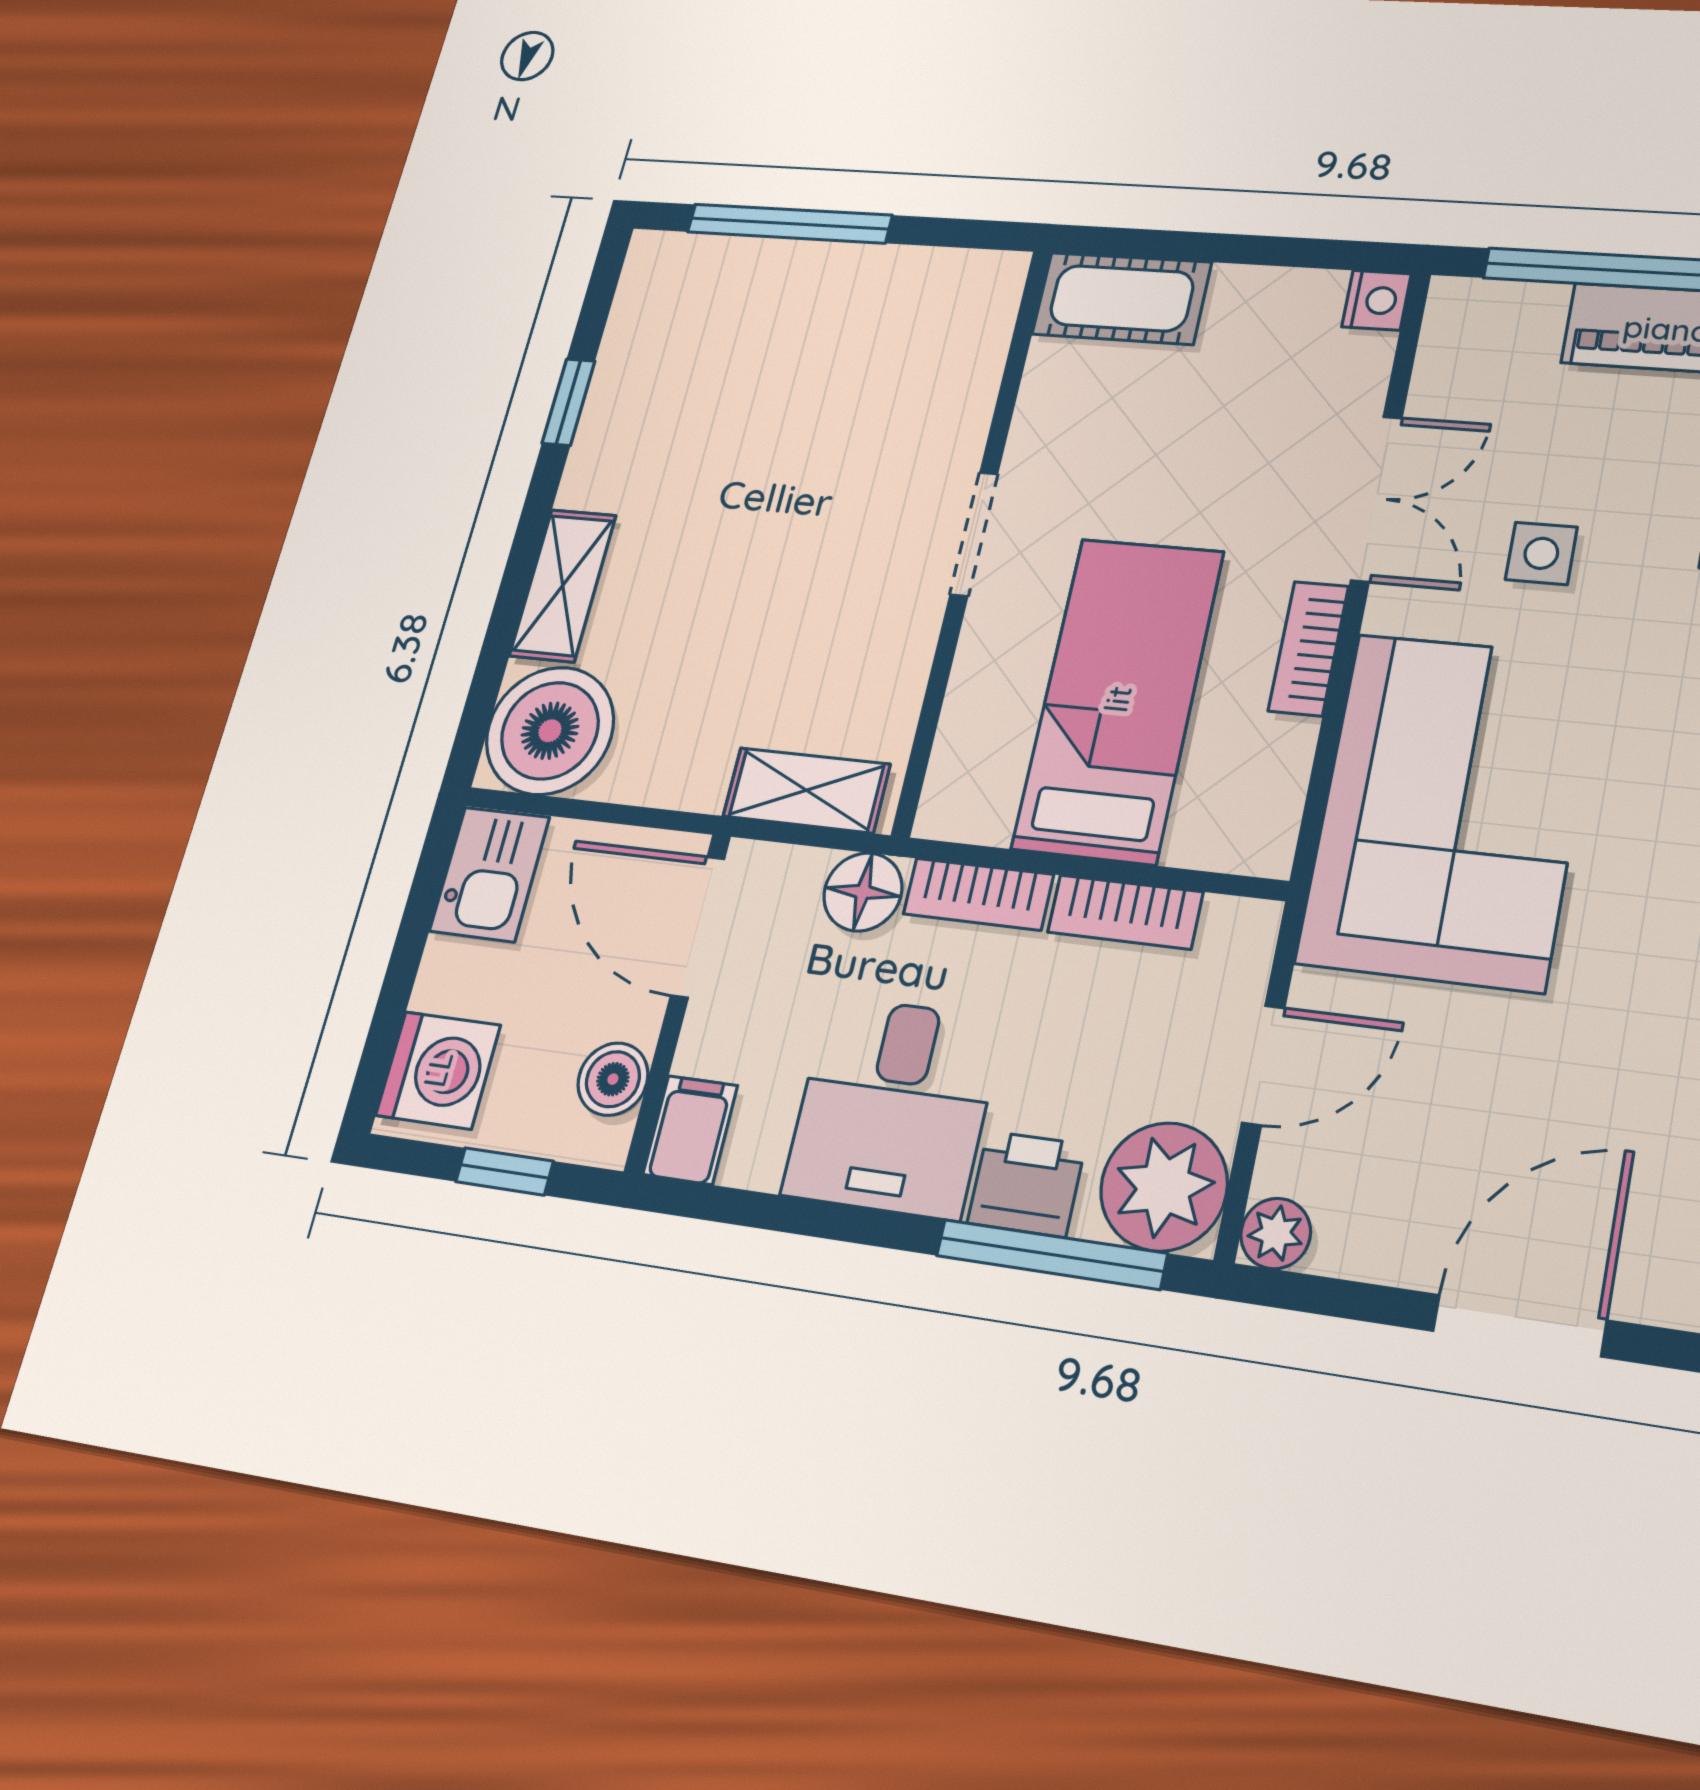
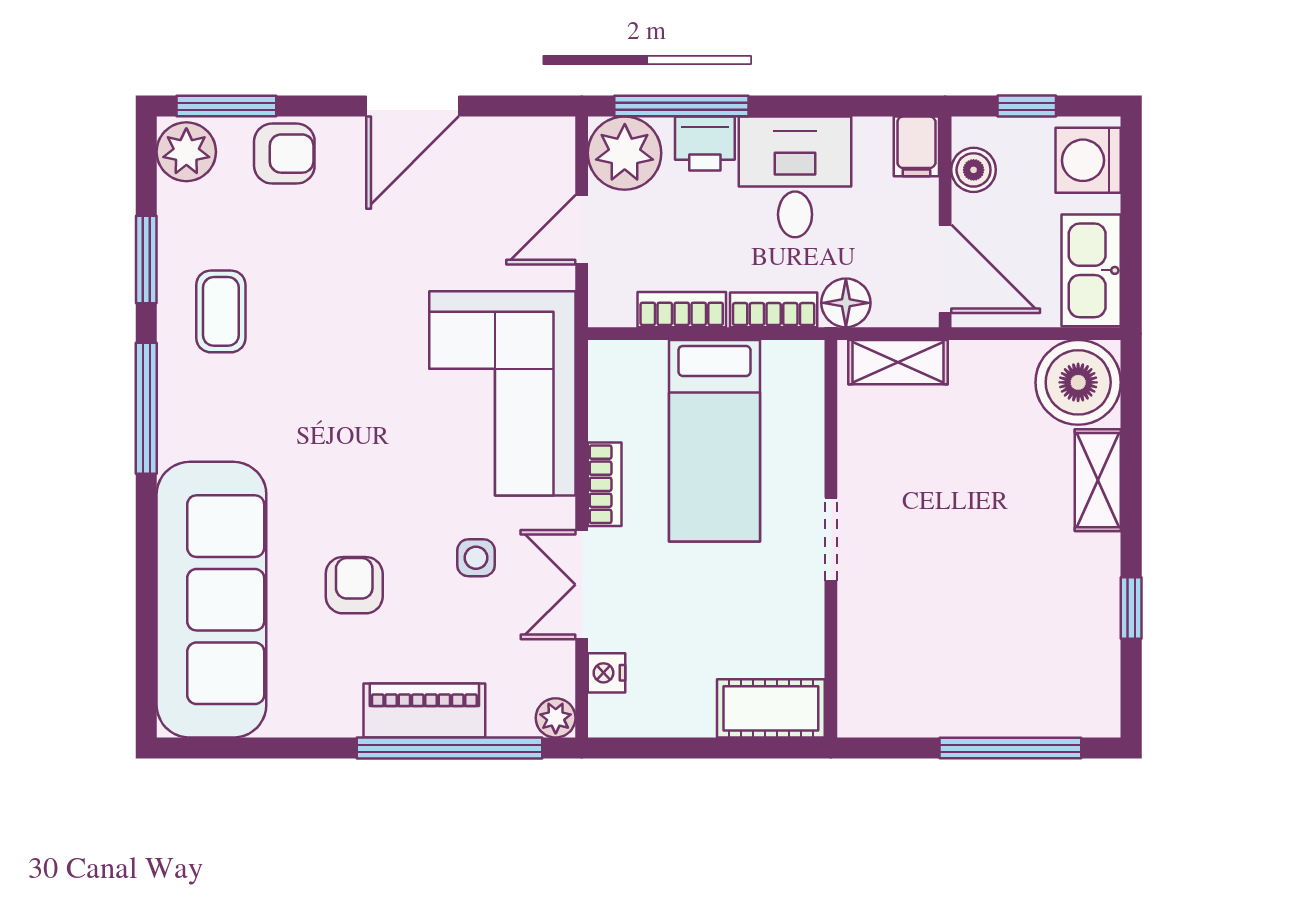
nightstand: (1376, 300) -> (606, 673), moved
kitchen sink: (490, 874) -> (1091, 270), width x1.38
plant: (1276, 1233) -> (556, 718), moved

